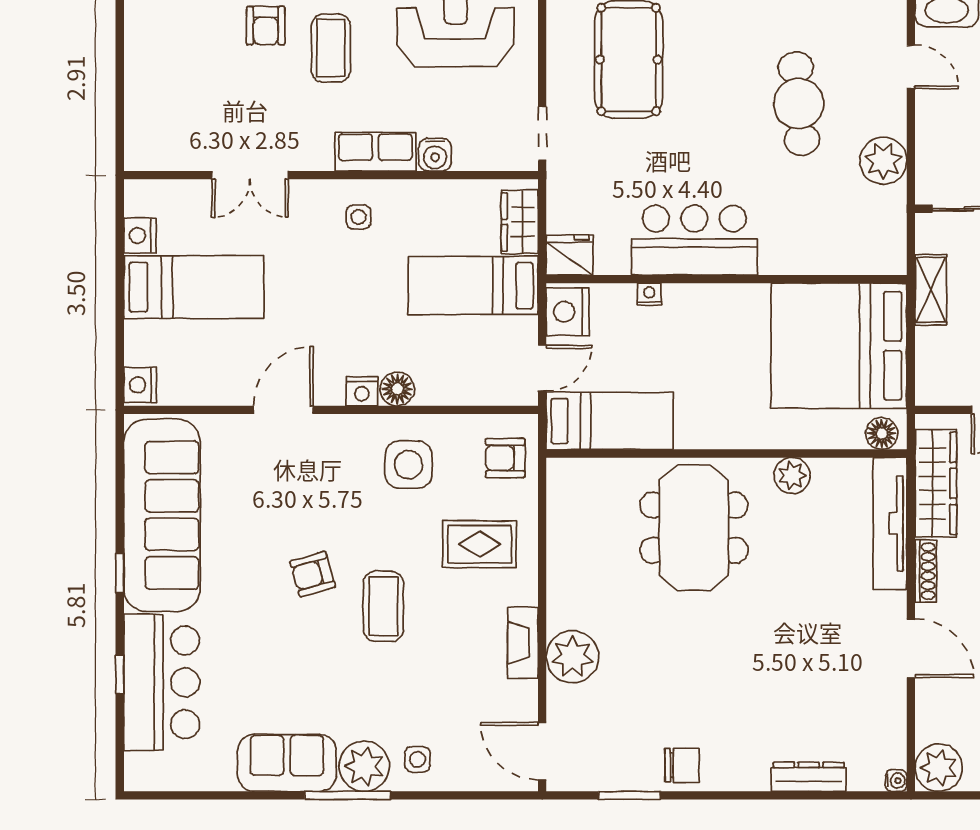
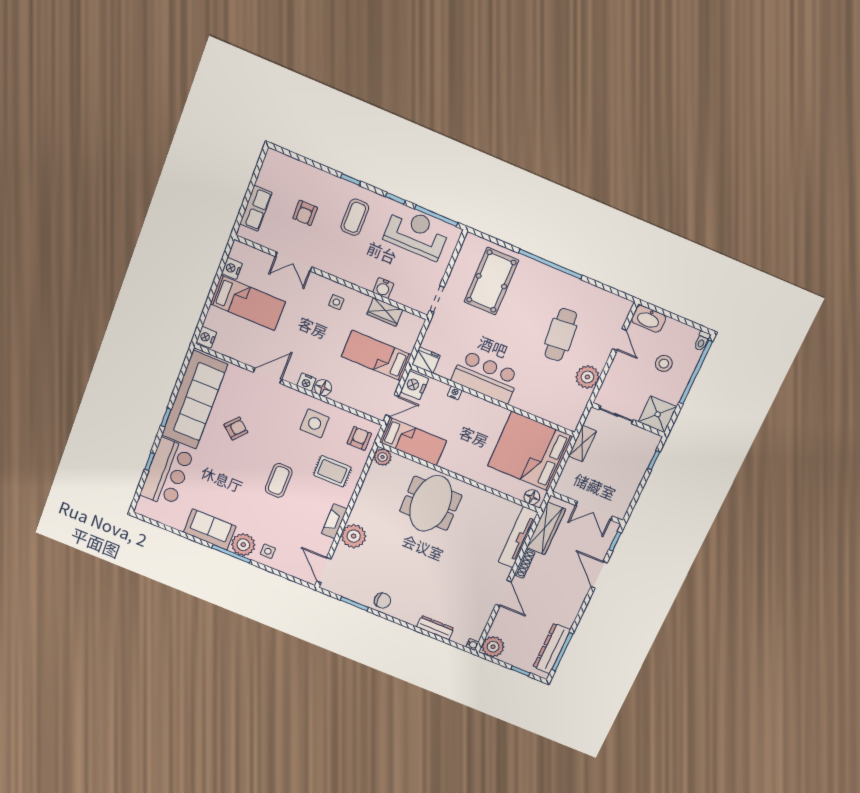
armchair: (266, 26) -> (305, 213), moved
row of seats: (375, 152) -> (256, 208), moved, turned 90
wardrobe: (520, 222) -> (385, 312), moved, turned -90
armchair: (505, 458) -> (359, 438), turned 90
plant: (792, 476) -> (383, 457), moved
armchair: (313, 574) -> (236, 429), moved, turned 147

